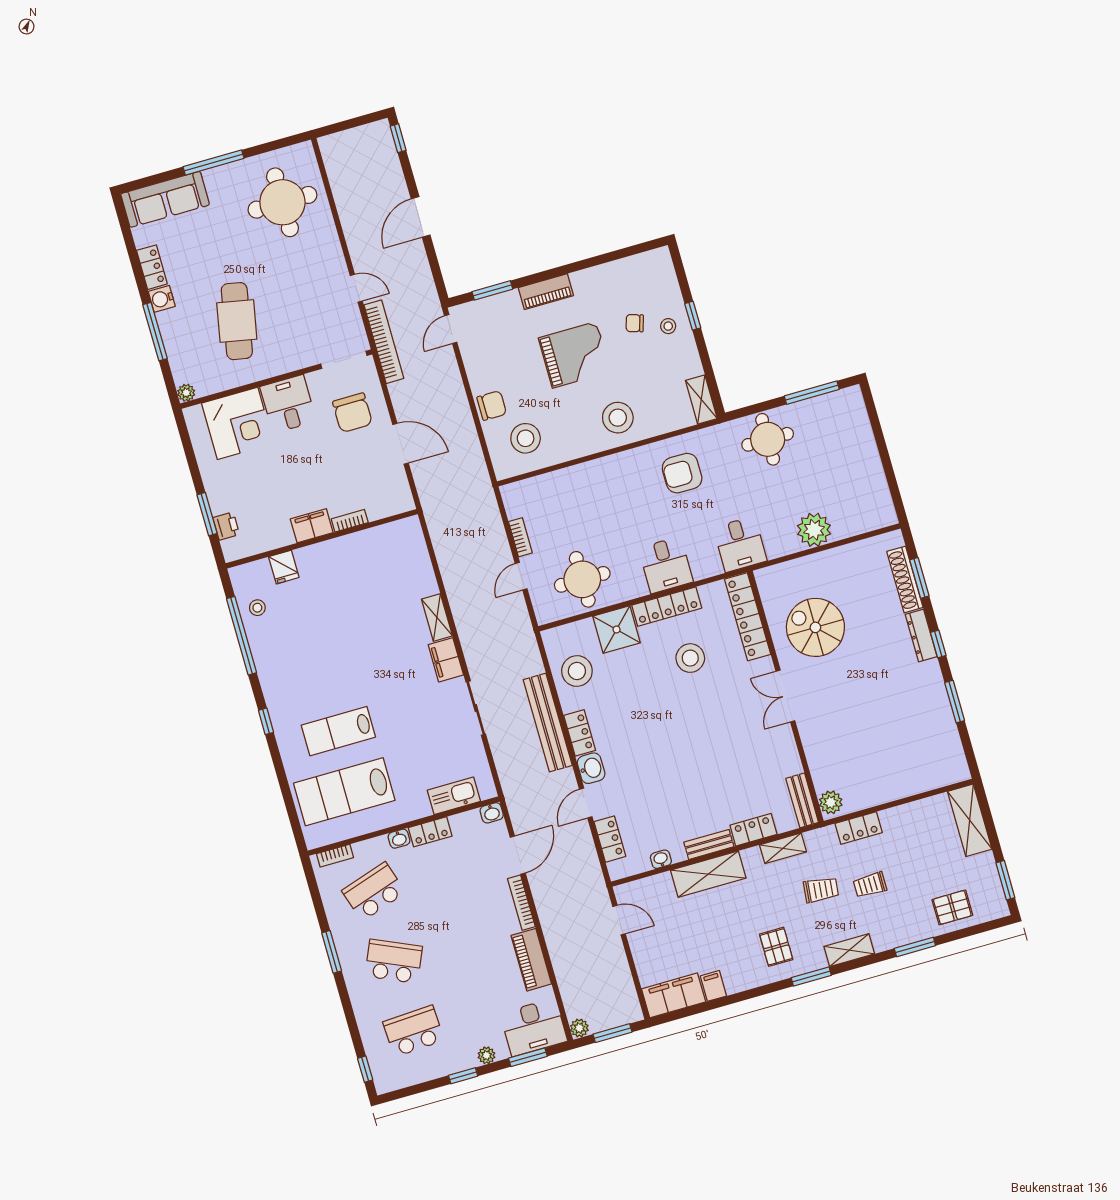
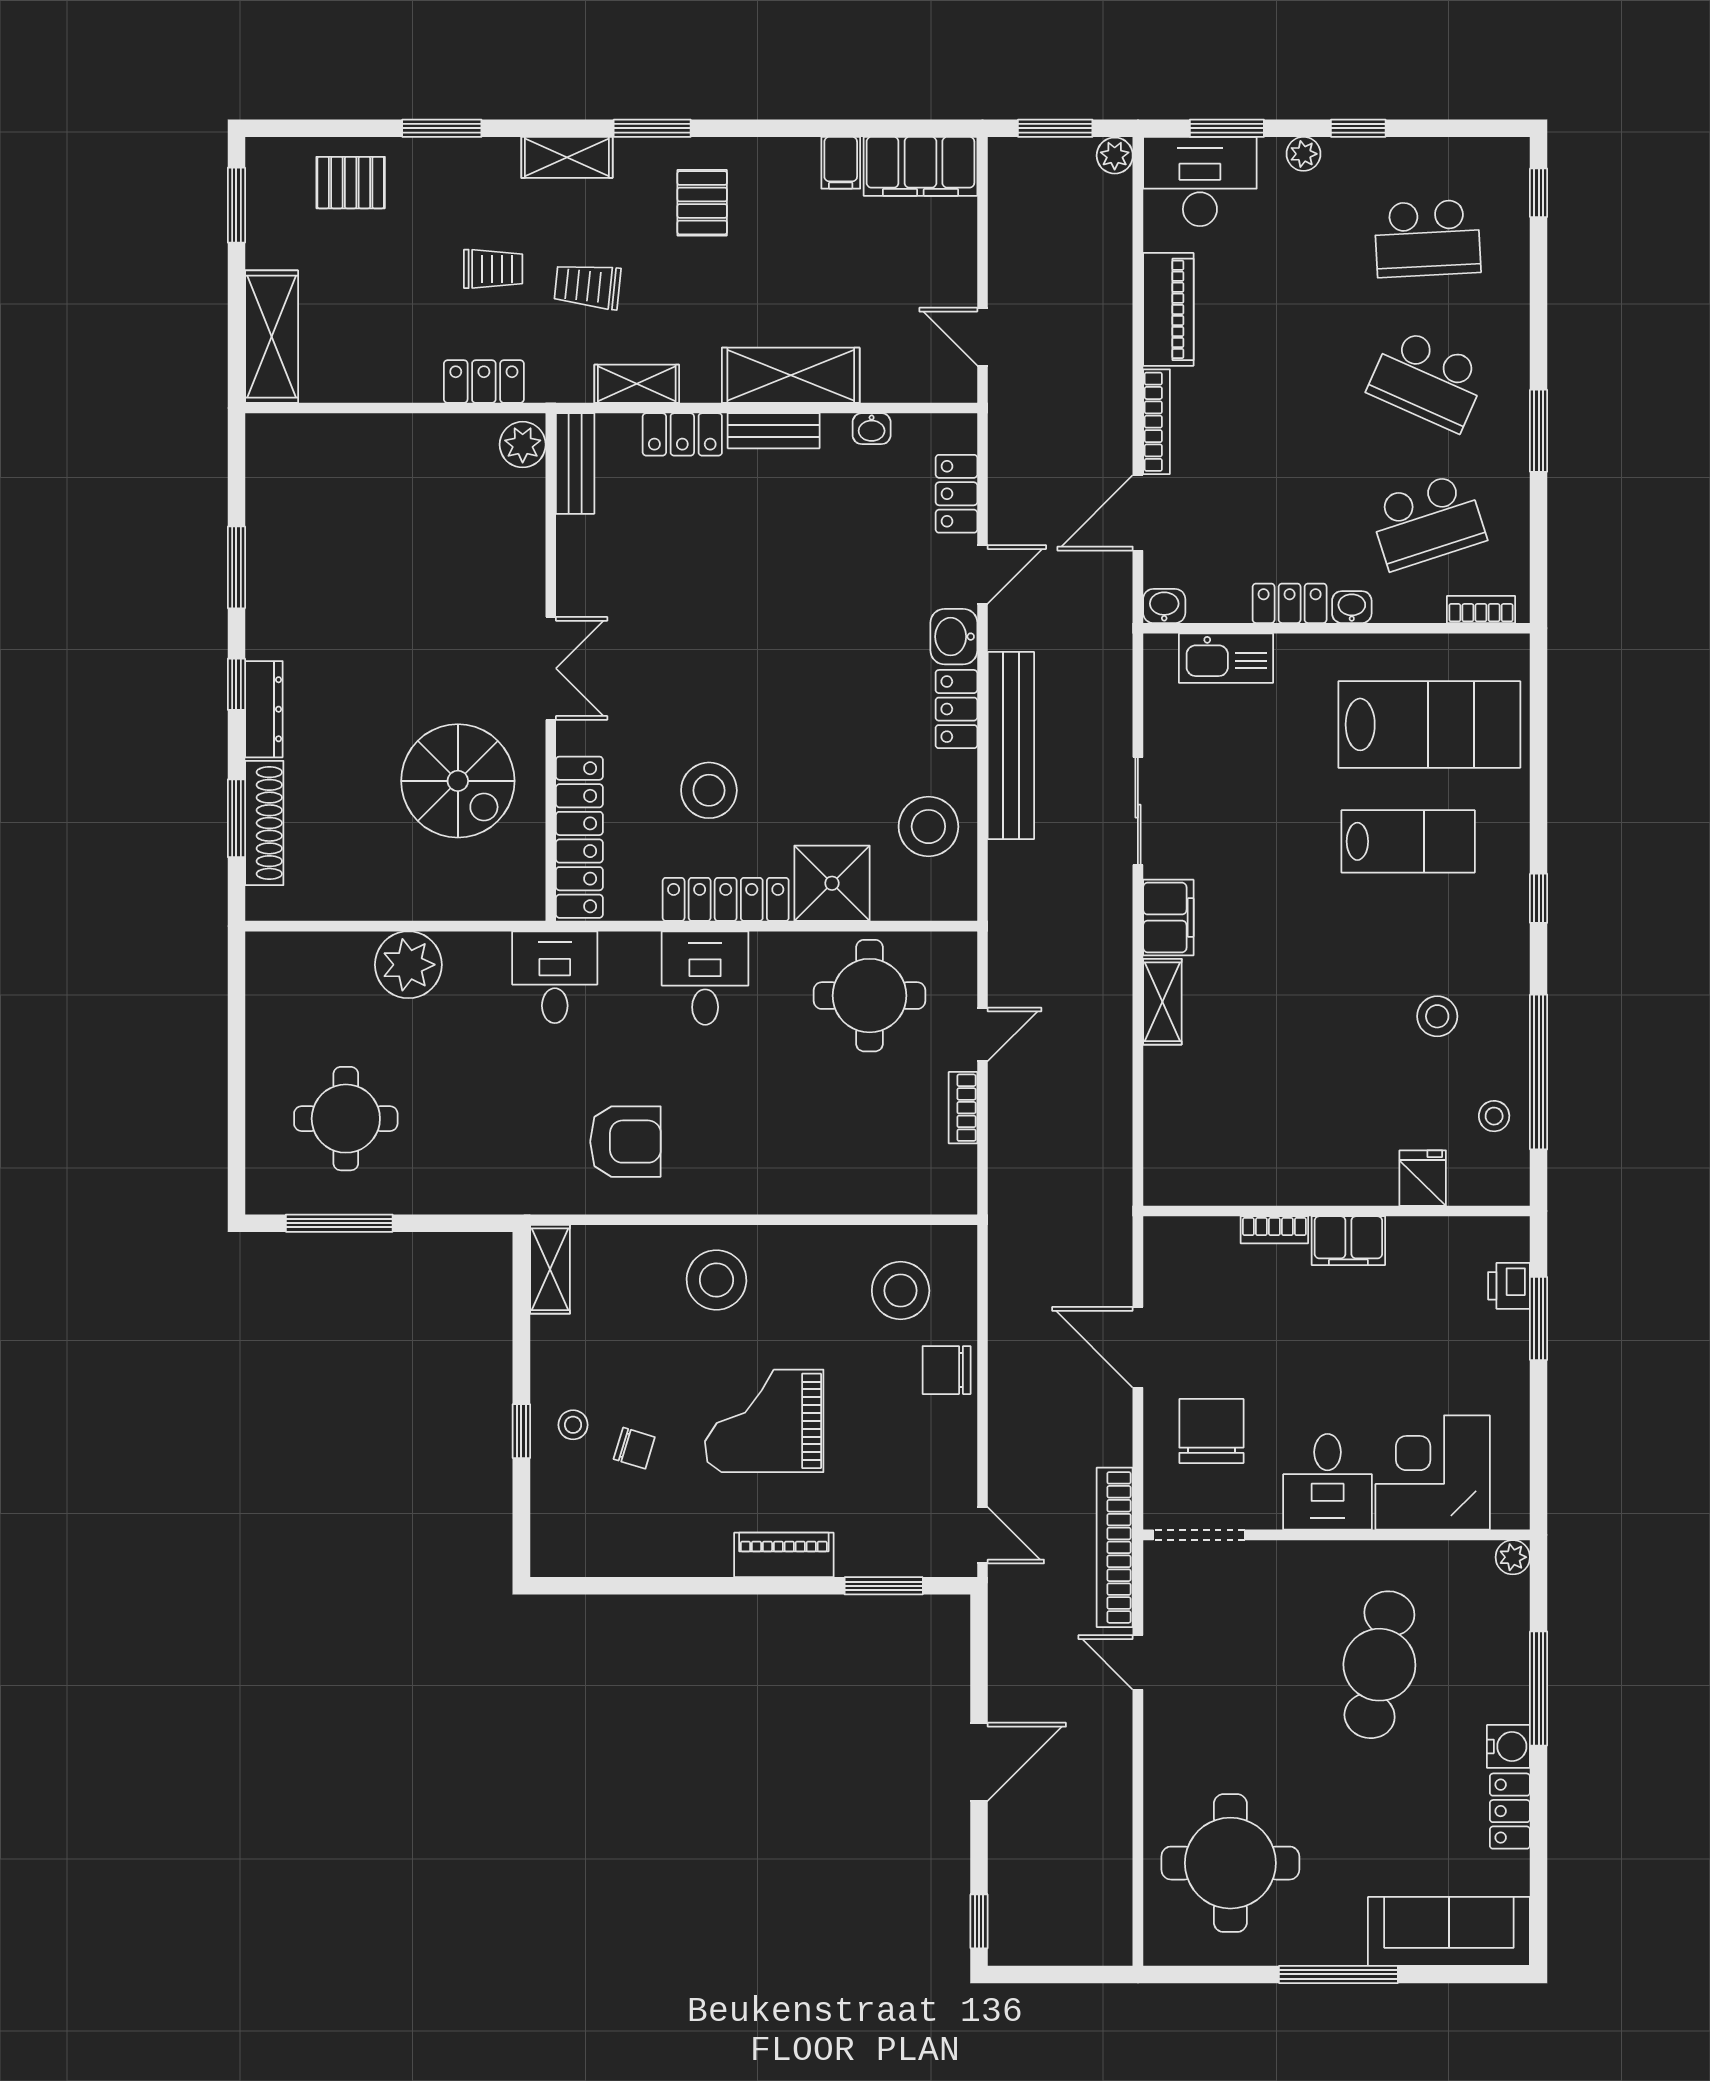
door: (451, 329) -> (982, 1535), hinge flipped
round table: (768, 439) -> (346, 1119), moved
stool: (299, 649) -> (1437, 1016), added

